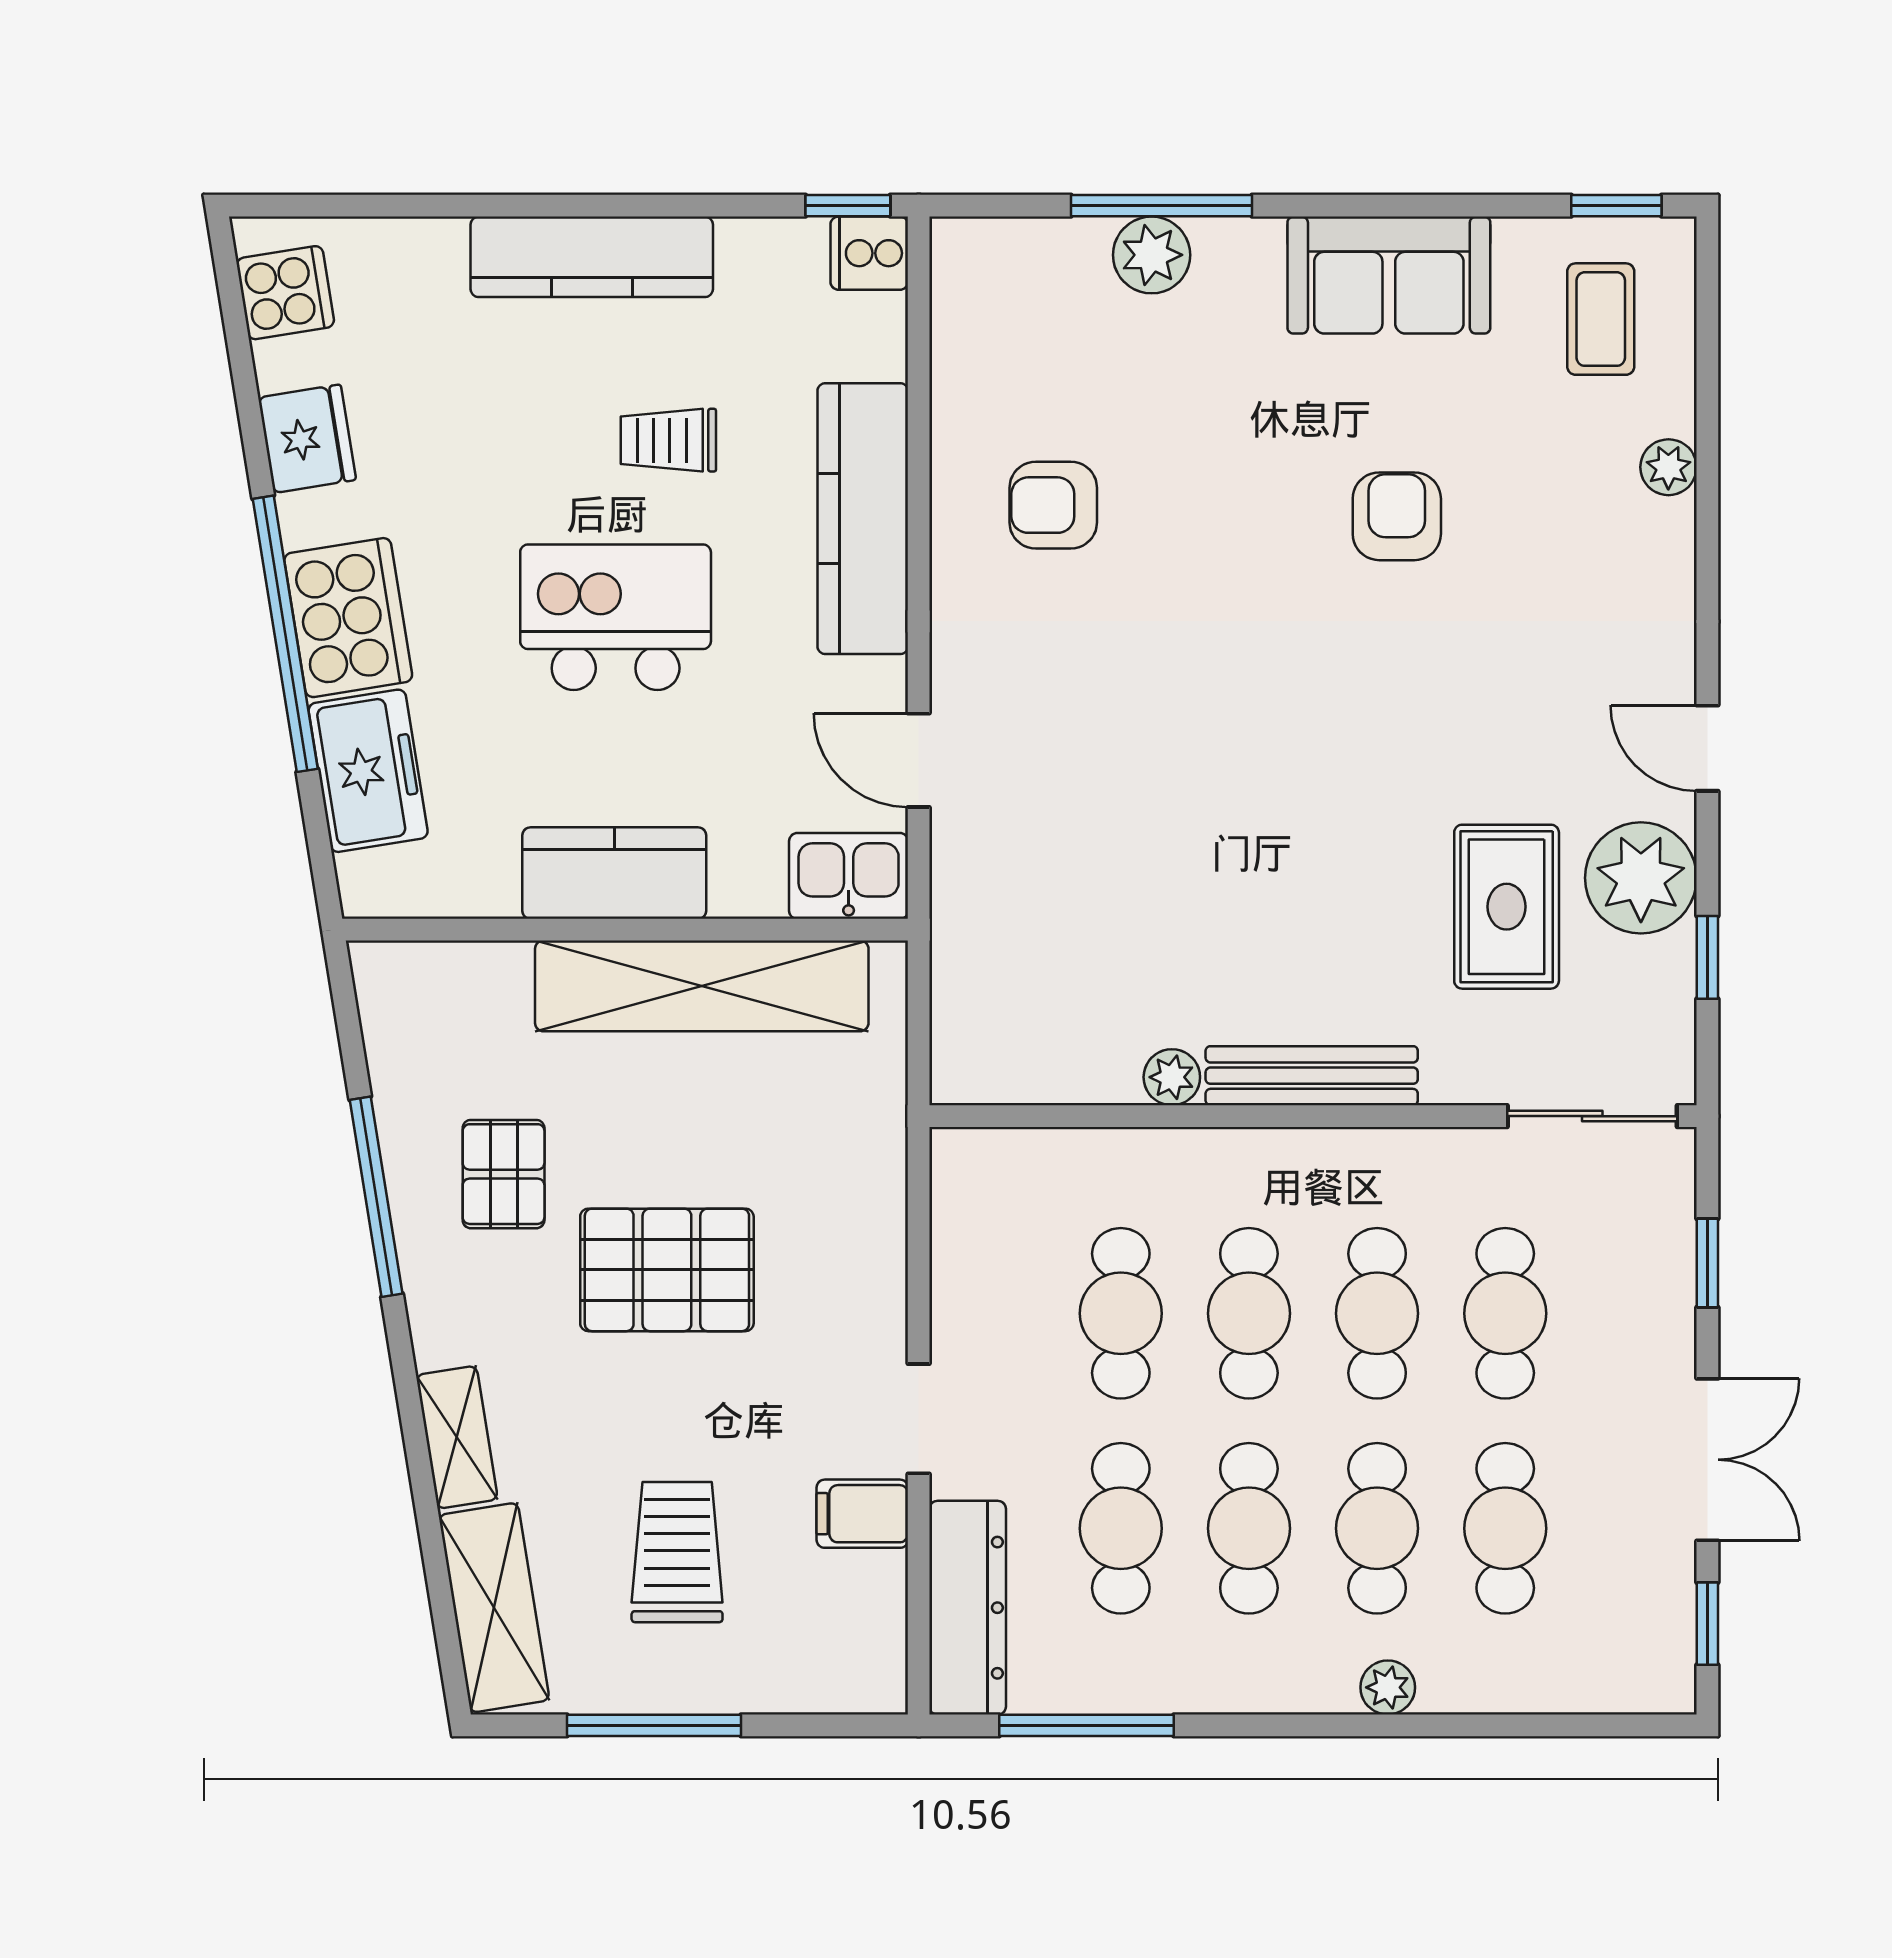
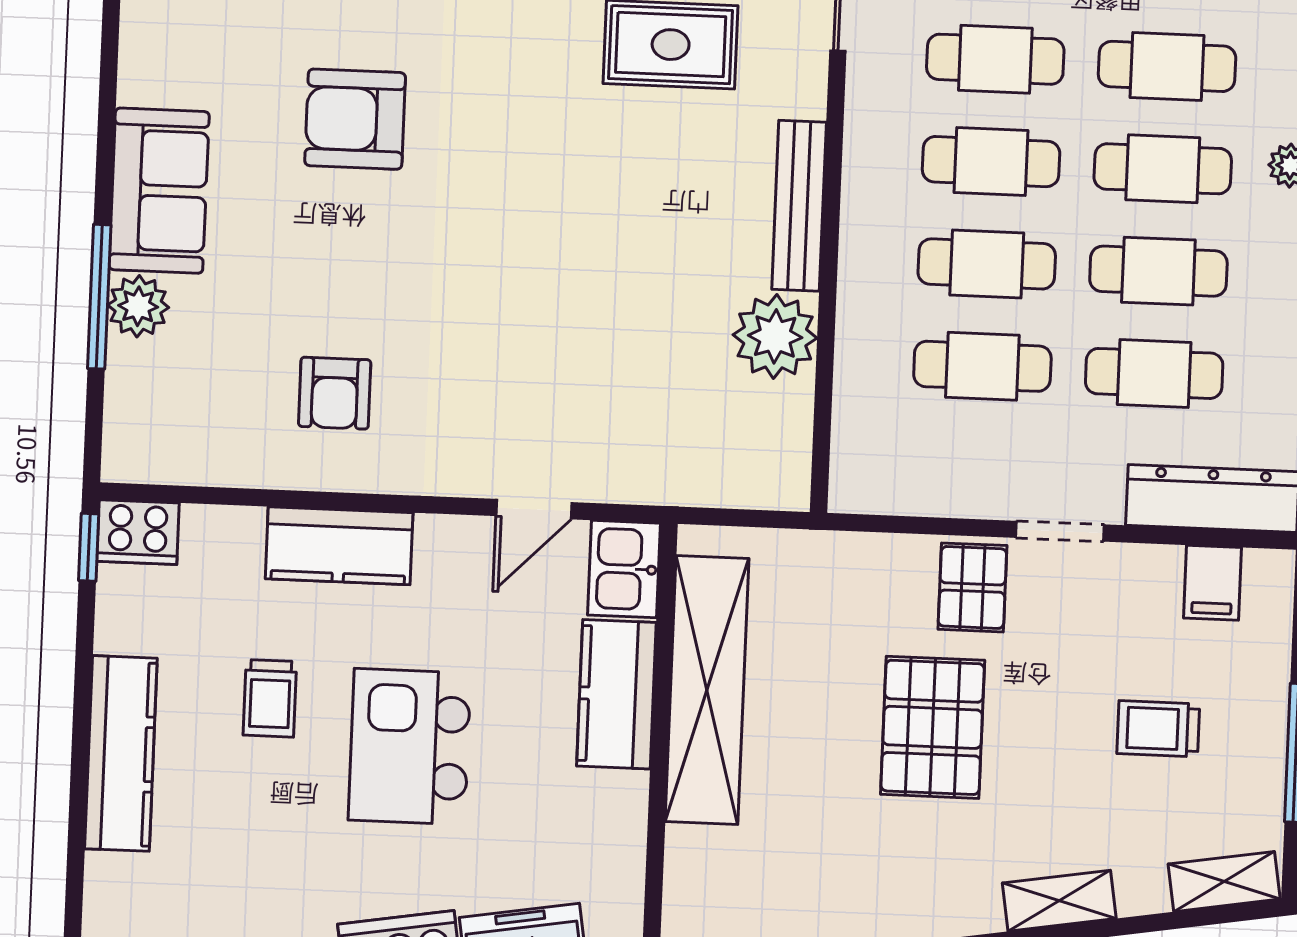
cooker: (869, 253) -> (138, 532), width x1.36
sofa: (1389, 275) -> (159, 191), moved
armchair: (1397, 516) -> (355, 119), width x1.38, depth x1.38
kitchen counter: (863, 519) -> (339, 546), width x0.67
kitchen counter: (614, 873) -> (616, 694), moved
plant: (1172, 1077) -> (775, 336), width x1.88, depth x1.88
pallet: (504, 1174) -> (972, 587), moved, turned 90
filing cabinet: (862, 1514) -> (1212, 583), moved
trolley: (677, 1552) -> (1158, 729), width x0.73, depth x0.72
shelving: (494, 1608) -> (1224, 882), width x0.67, depth x0.75

